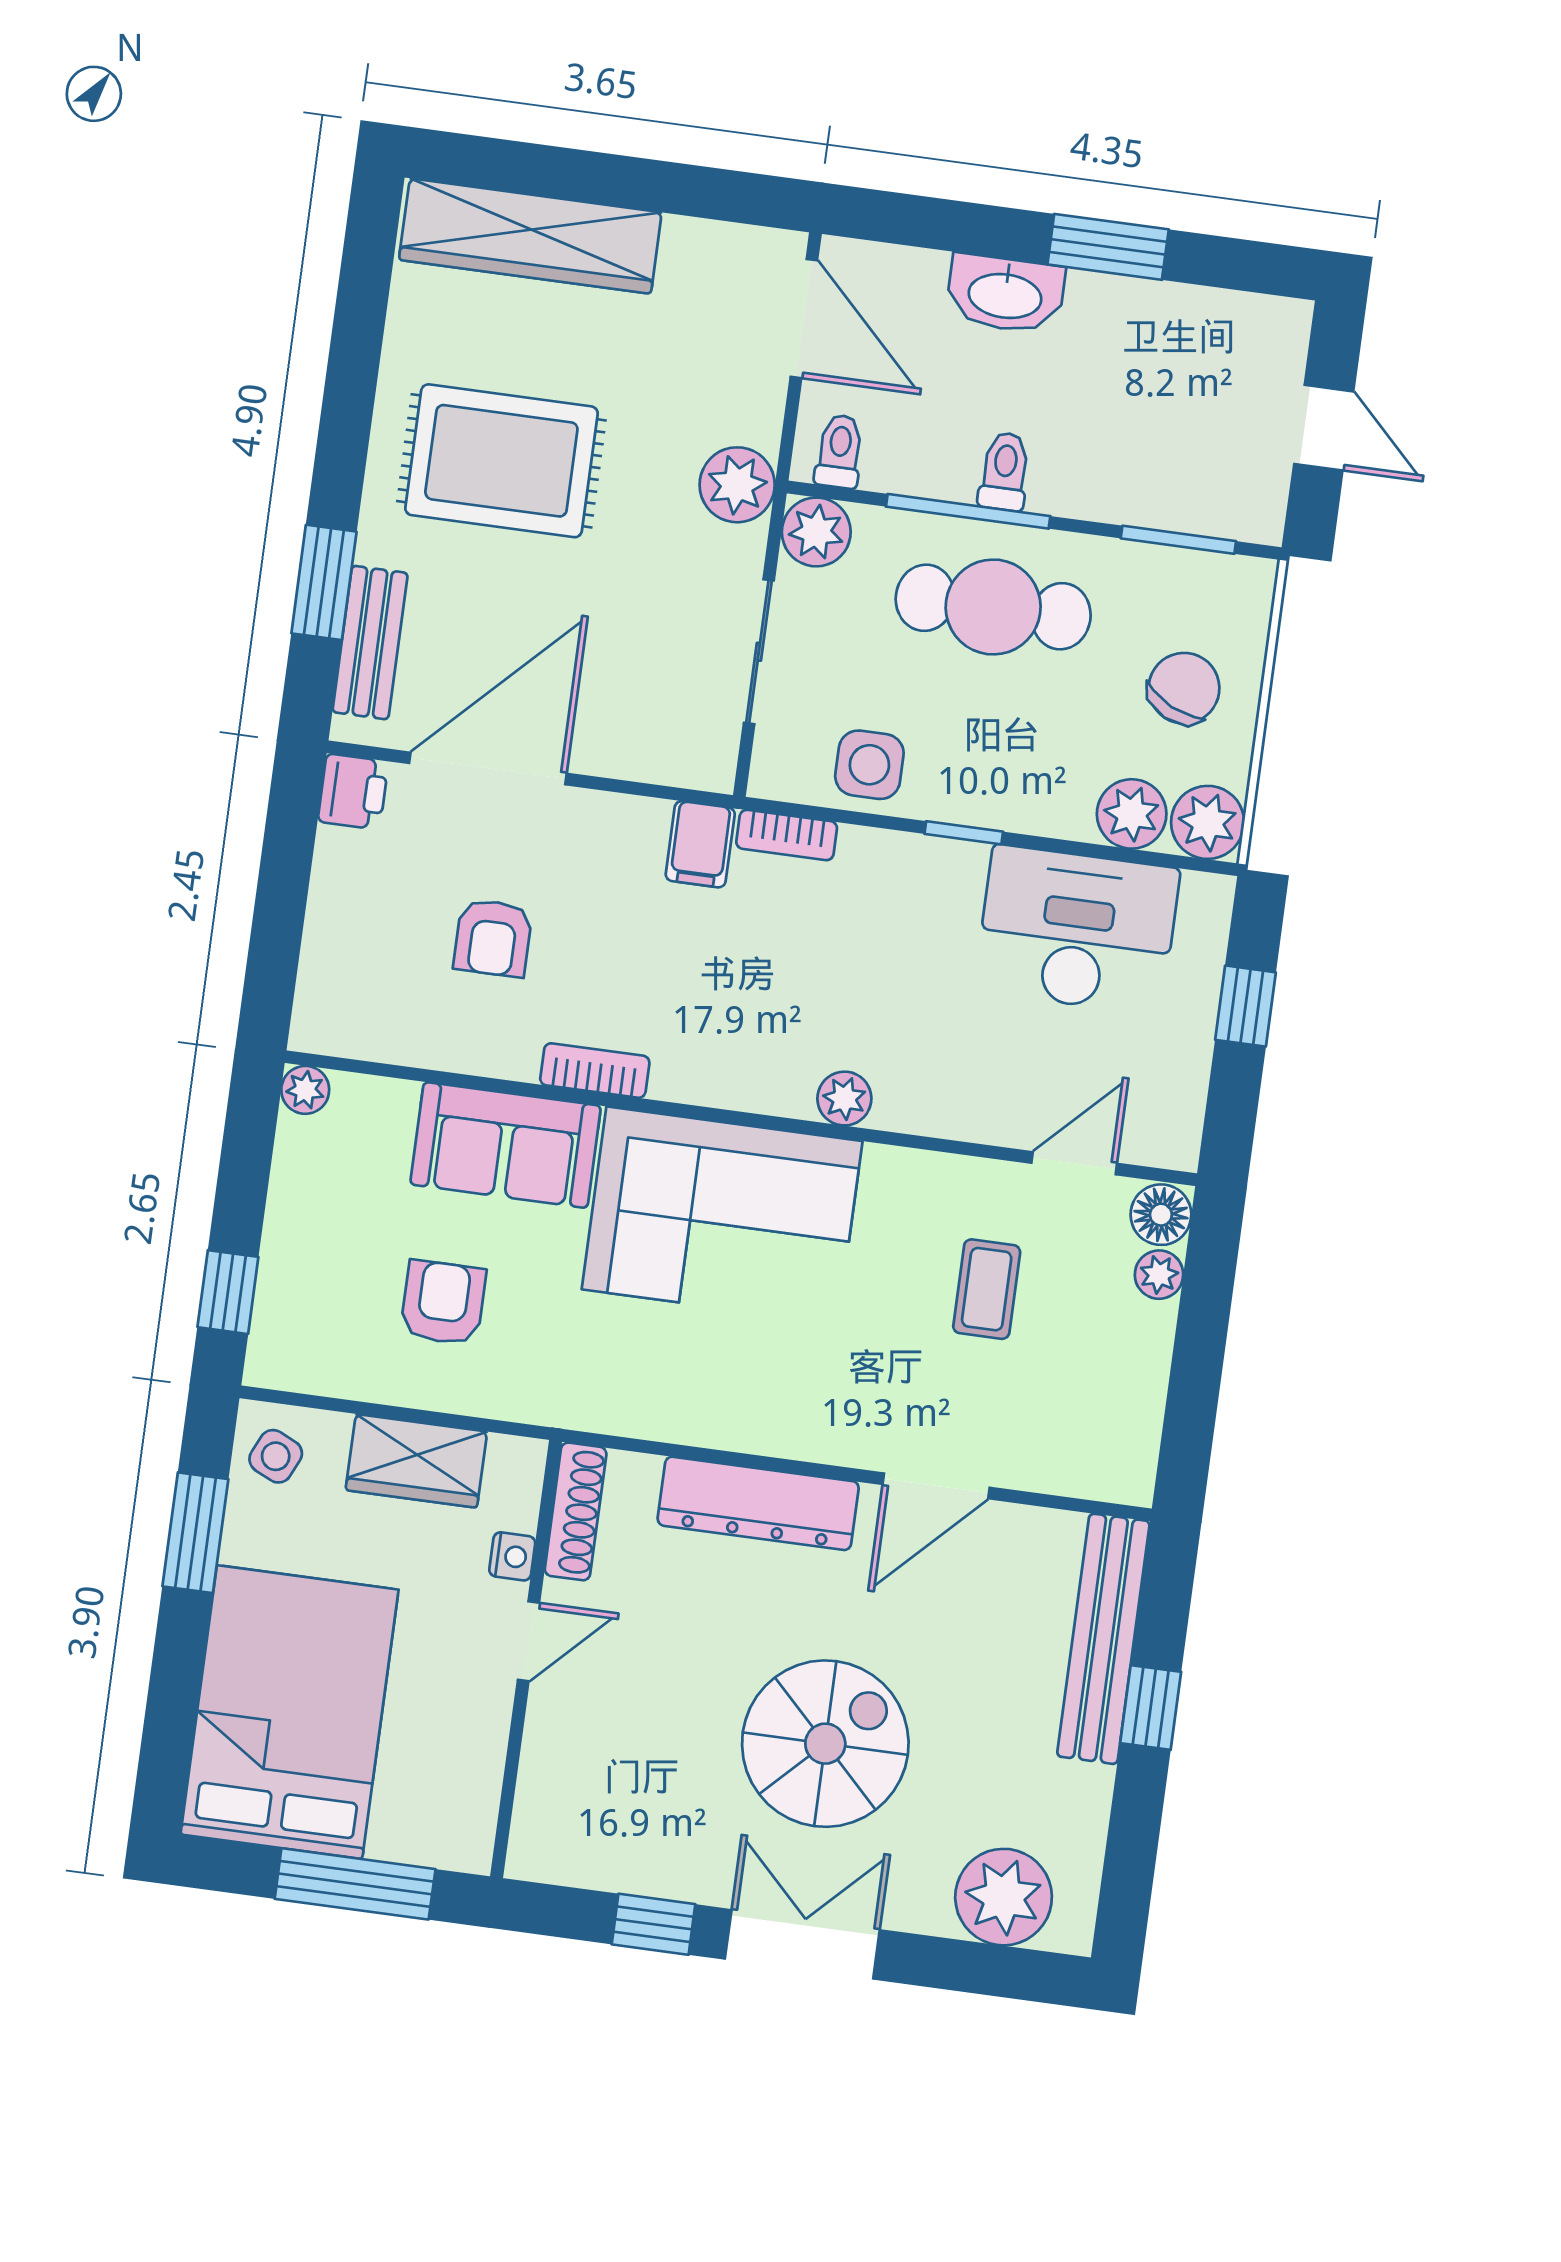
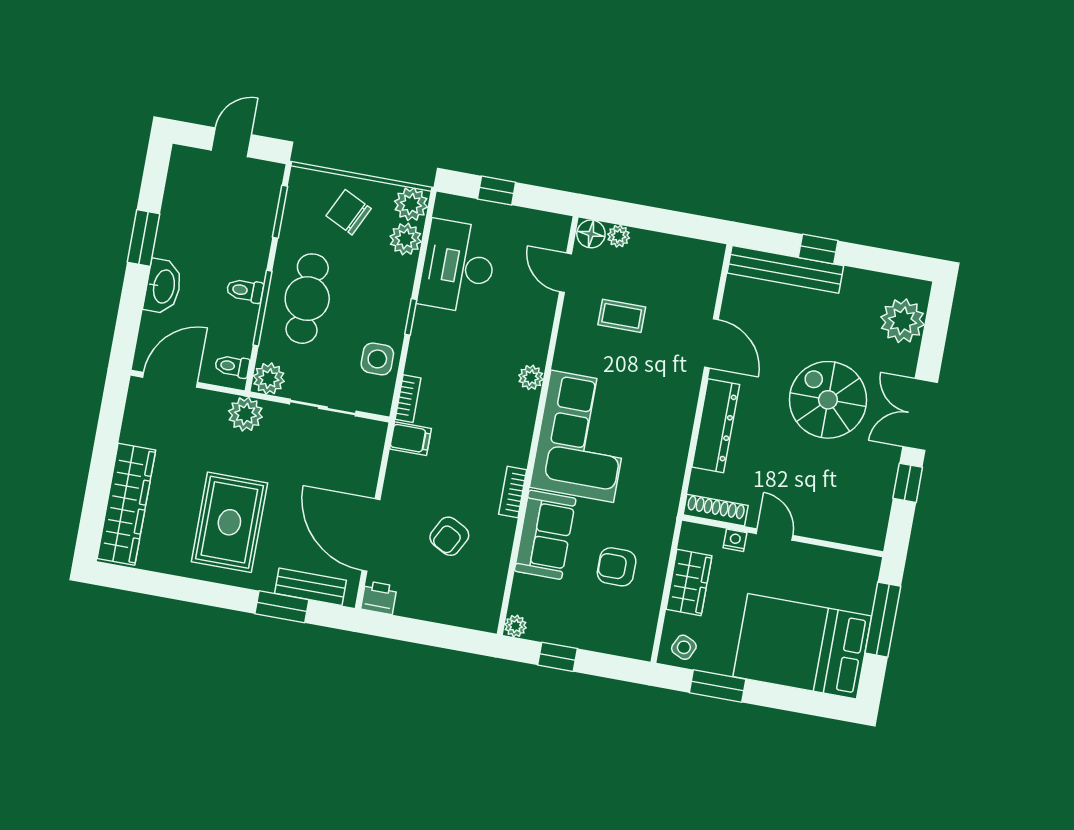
armchair: (493, 938) -> (449, 536), turned 118
window: (228, 1292) -> (558, 657), moved

